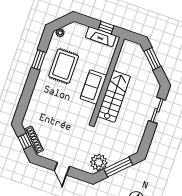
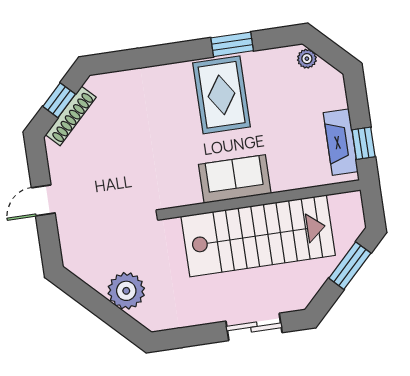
rug: (64, 66) -> (222, 95), moved, turned 90
stairs: (114, 96) -> (258, 236), width x1.36, depth x1.51
plant: (99, 162) -> (126, 291), moved
window: (118, 167) -> (104, 309), removed

